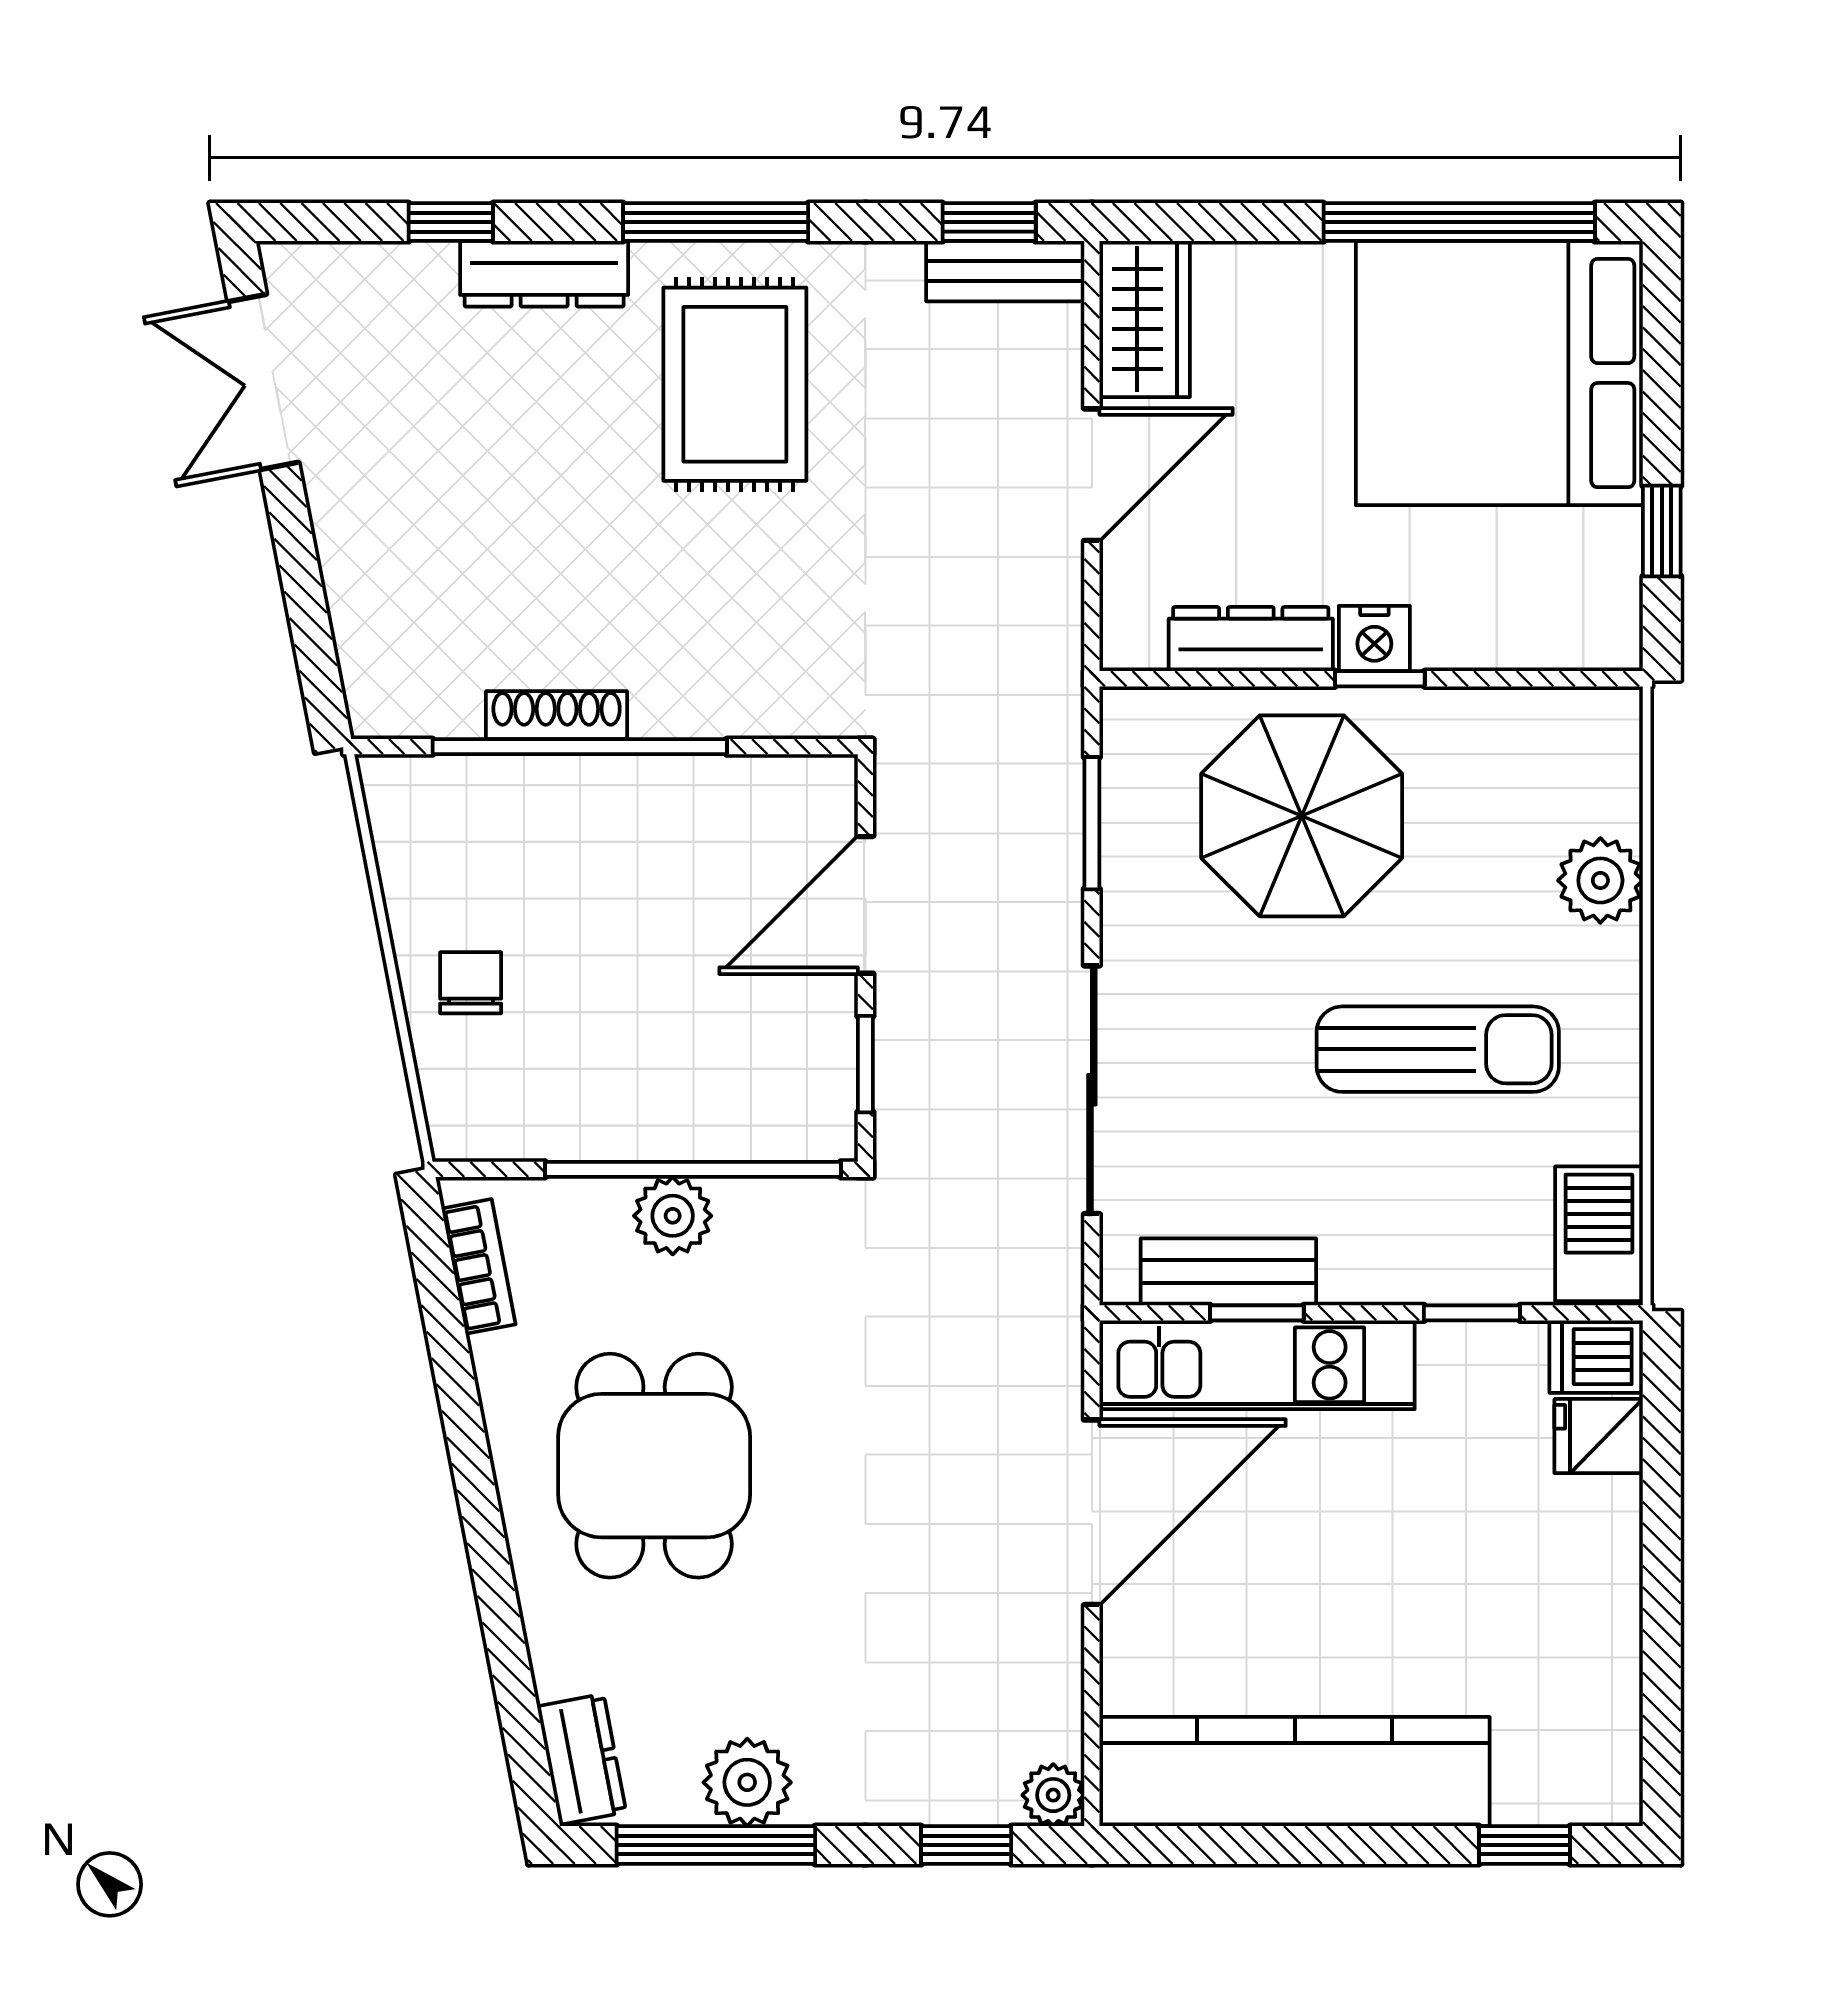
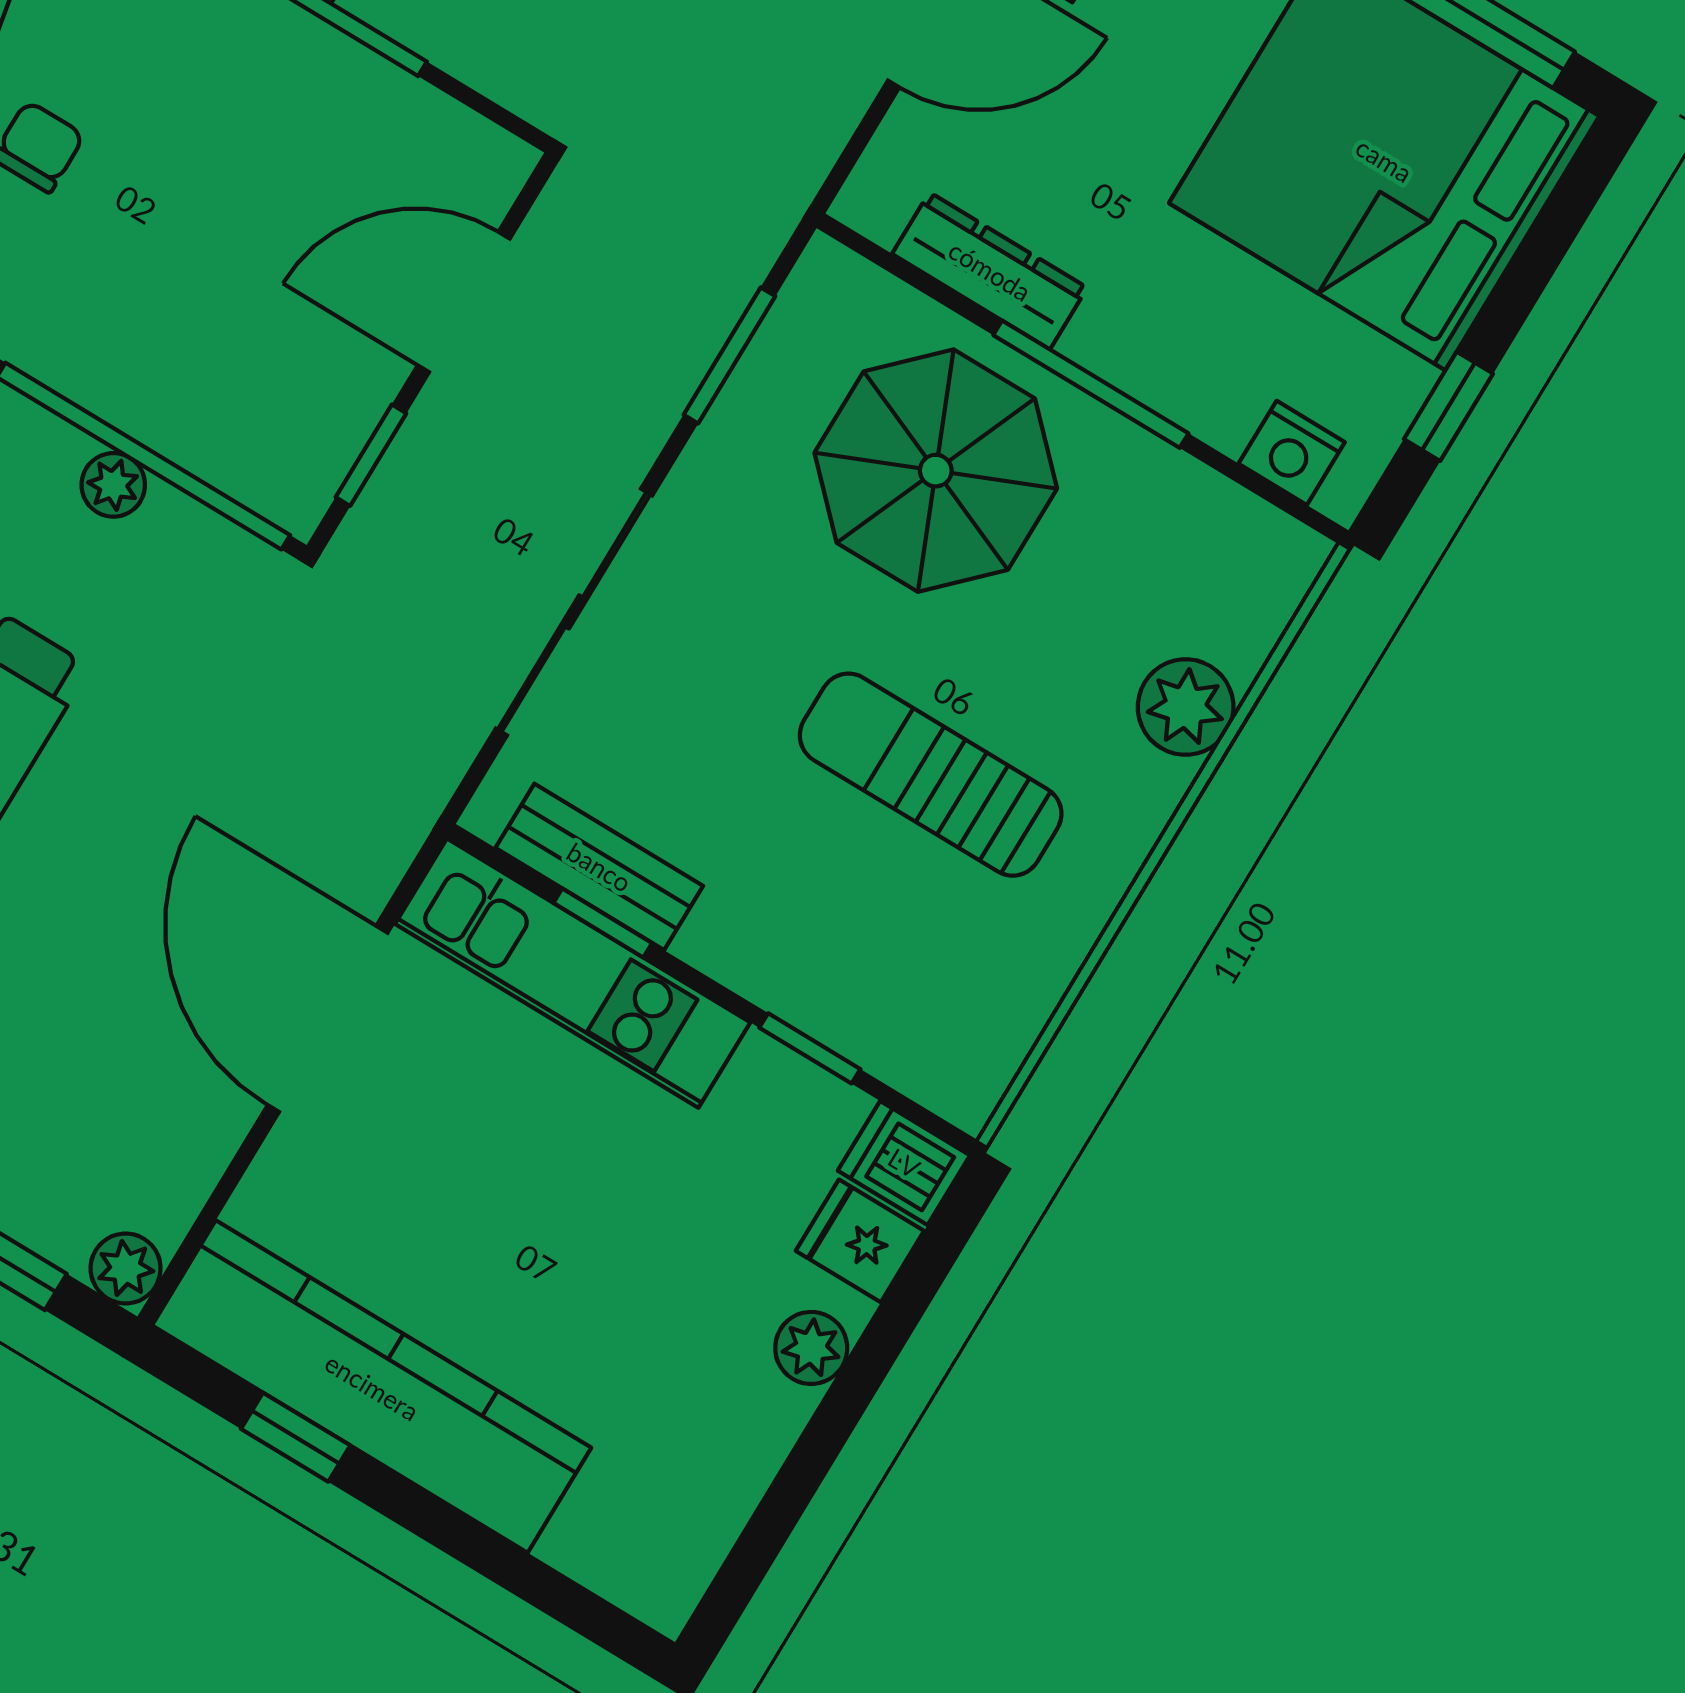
nightstand: (1374, 639) -> (1292, 453), moved
window: (1380, 679) -> (1091, 384), width x2.17
sun lounger: (1438, 1049) -> (931, 775), turned 180
plant: (673, 1216) -> (113, 485), width x0.73, depth x0.73
barbecue: (1599, 1234) -> (978, 1046), removed
door: (1092, 1512) -> (328, 1019), swing flipped
plant: (1611, 1540) -> (811, 1348), added
window: (1525, 1845) -> (296, 1437), moved

